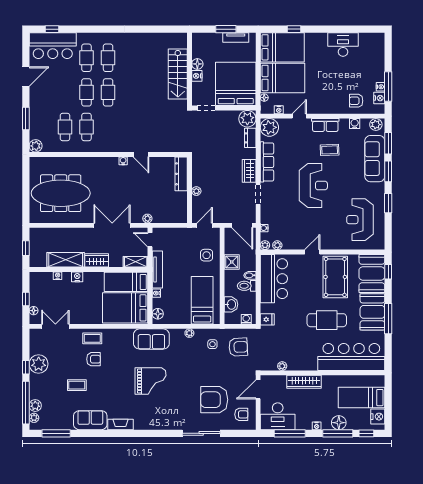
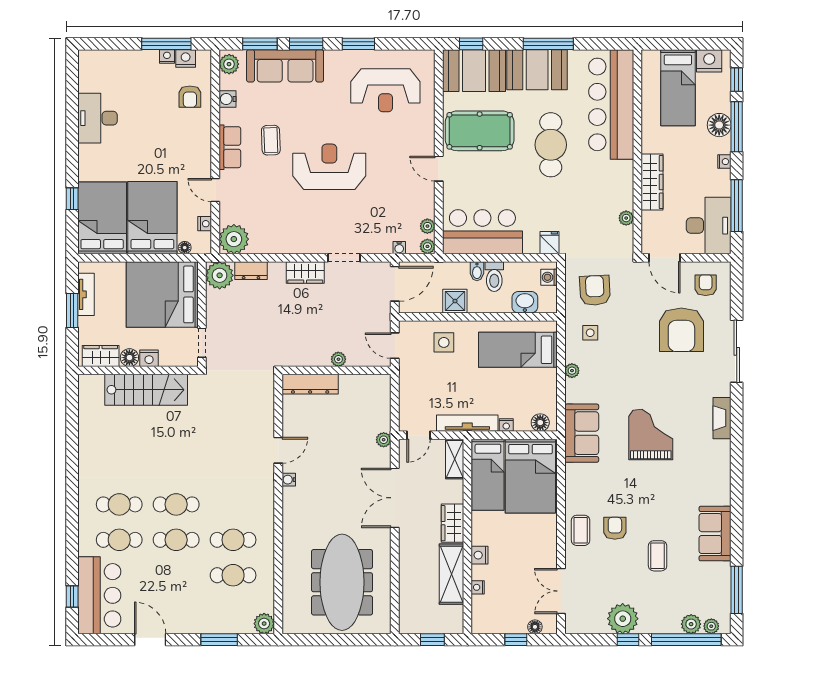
wardrobe: (198, 46) -> (101, 356), added
row of seats: (267, 162) -> (291, 243), removed
fireplace: (121, 424) -> (722, 418), moved

